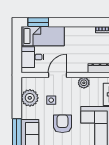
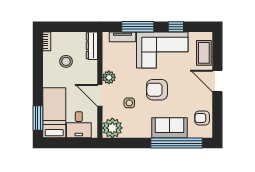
stool: (87, 46) -> (66, 61), added
plant: (84, 83) -> (109, 77), moved
plant: (30, 98) -> (112, 128), moved

